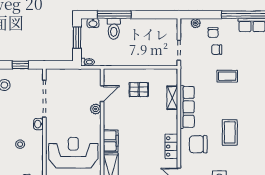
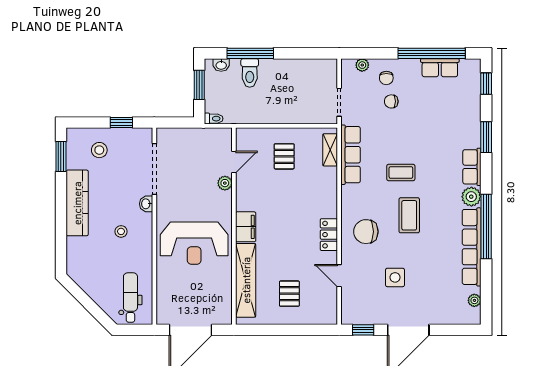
coffee table: (227, 76) -> (401, 172), moved
pallet: (139, 90) -> (284, 156), turned 90
shelving: (172, 98) -> (330, 150), moved
row of seats: (187, 107) -> (351, 155), moved
reception desk: (73, 153) -> (194, 243), turned 180

